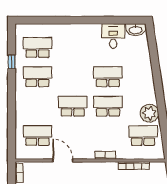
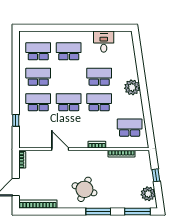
washbasin: (136, 30) -> (123, 36), removed
school desk: (73, 47) -> (69, 51), added
window: (12, 62) -> (16, 120), moved
plant: (149, 113) -> (132, 87), moved
school desk: (38, 136) -> (38, 102), moved

